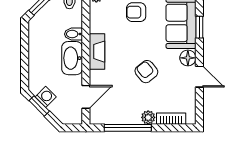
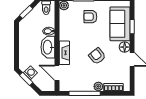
fireplace: (97, 52) -> (64, 53), moved
door: (86, 97) -> (57, 73), swing flipped

